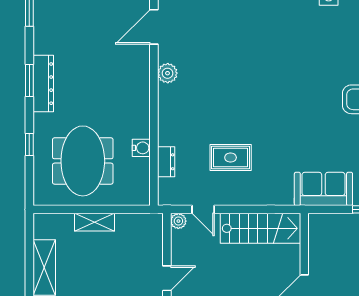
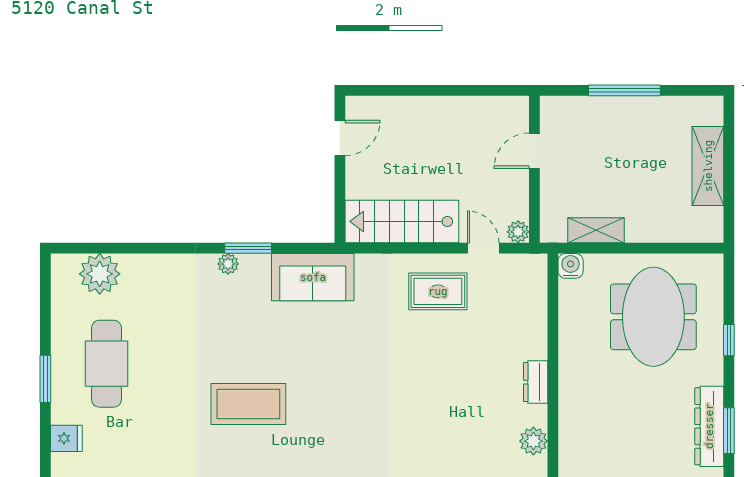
water cooler: (141, 148) -> (571, 266), moved, turned 90
rug: (231, 158) -> (438, 291), moved
dresser: (166, 162) -> (536, 382), moved
shelving: (94, 222) -> (596, 230), moved

